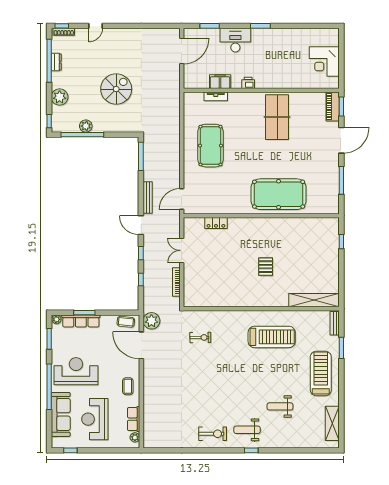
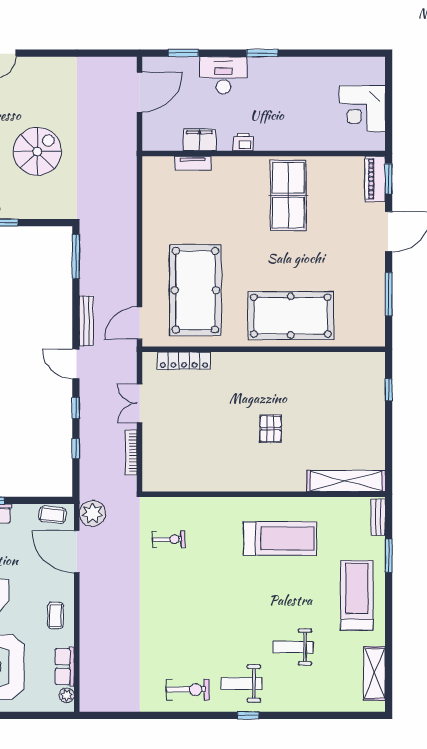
pool table: (210, 146) -> (195, 290), moved, width x1.36, depth x1.32
locker: (216, 223) -> (184, 361), width x1.53

